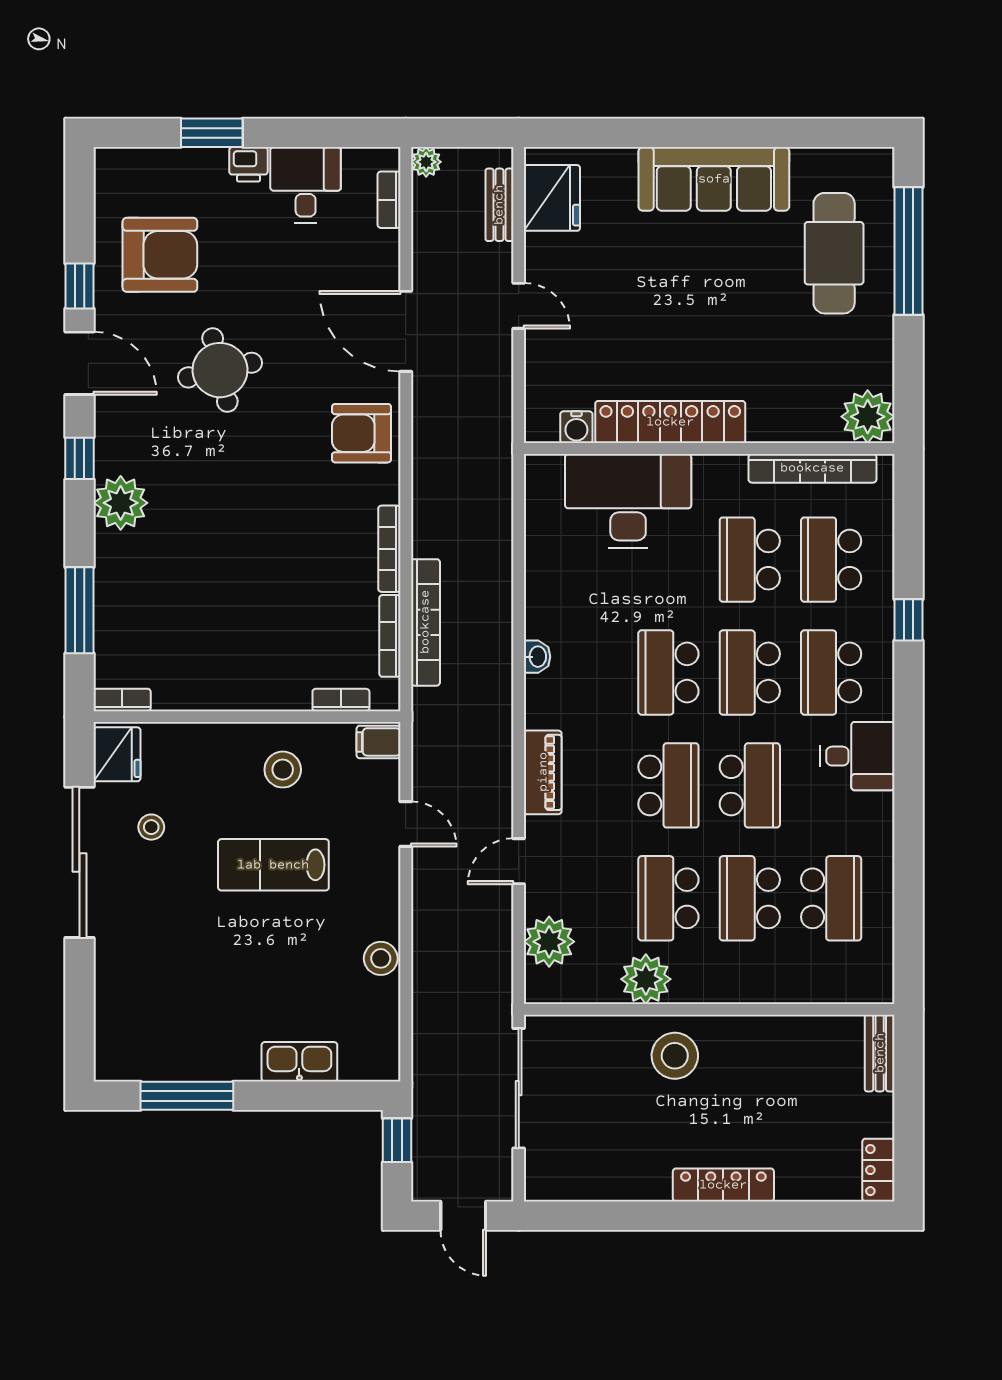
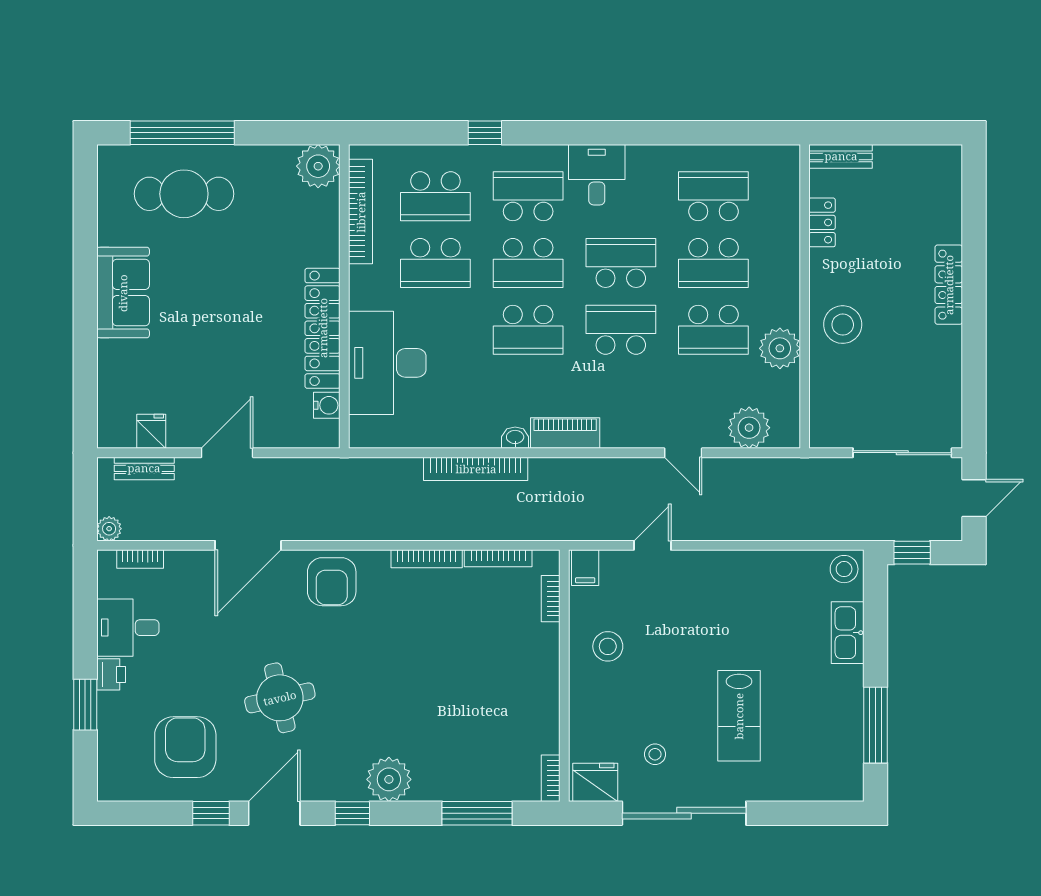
sofa: (714, 179) -> (123, 293), width x0.73
fridge: (552, 198) -> (151, 431), width x0.53, depth x0.75
door: (519, 306) -> (227, 453), width x1.38
bookcase: (425, 622) -> (476, 469), moved, turned 180
school desk: (831, 672) -> (528, 196), turned 180
piano: (543, 772) -> (565, 433), moved
lab bench: (273, 865) -> (739, 716), moved
stool: (381, 958) -> (844, 569), moved
sliding door: (519, 1088) -> (902, 453), moved
locker: (878, 1170) -> (822, 222), moved, turned -90

